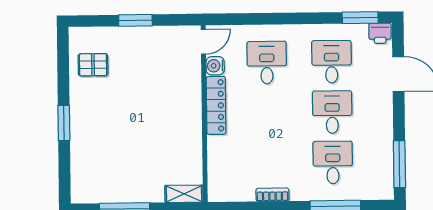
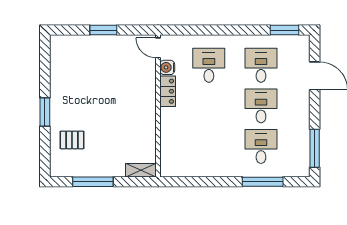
printer: (380, 33) -> (300, 43), removed
door: (203, 42) -> (158, 48), swing flipped
pallet: (93, 65) -> (72, 140), moved
locker: (216, 105) -> (168, 91), width x0.66
bookcase: (272, 195) -> (212, 172), removed

